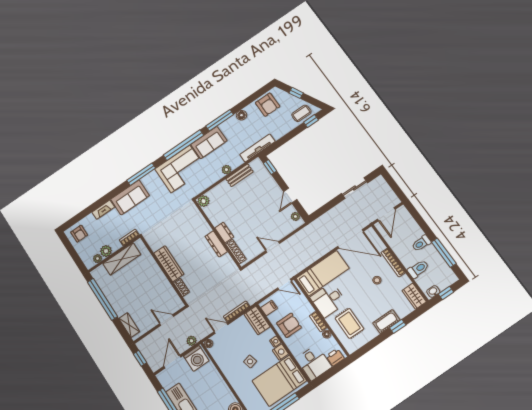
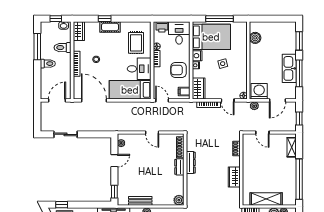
wardrobe: (169, 264) -> (234, 177), width x0.67

